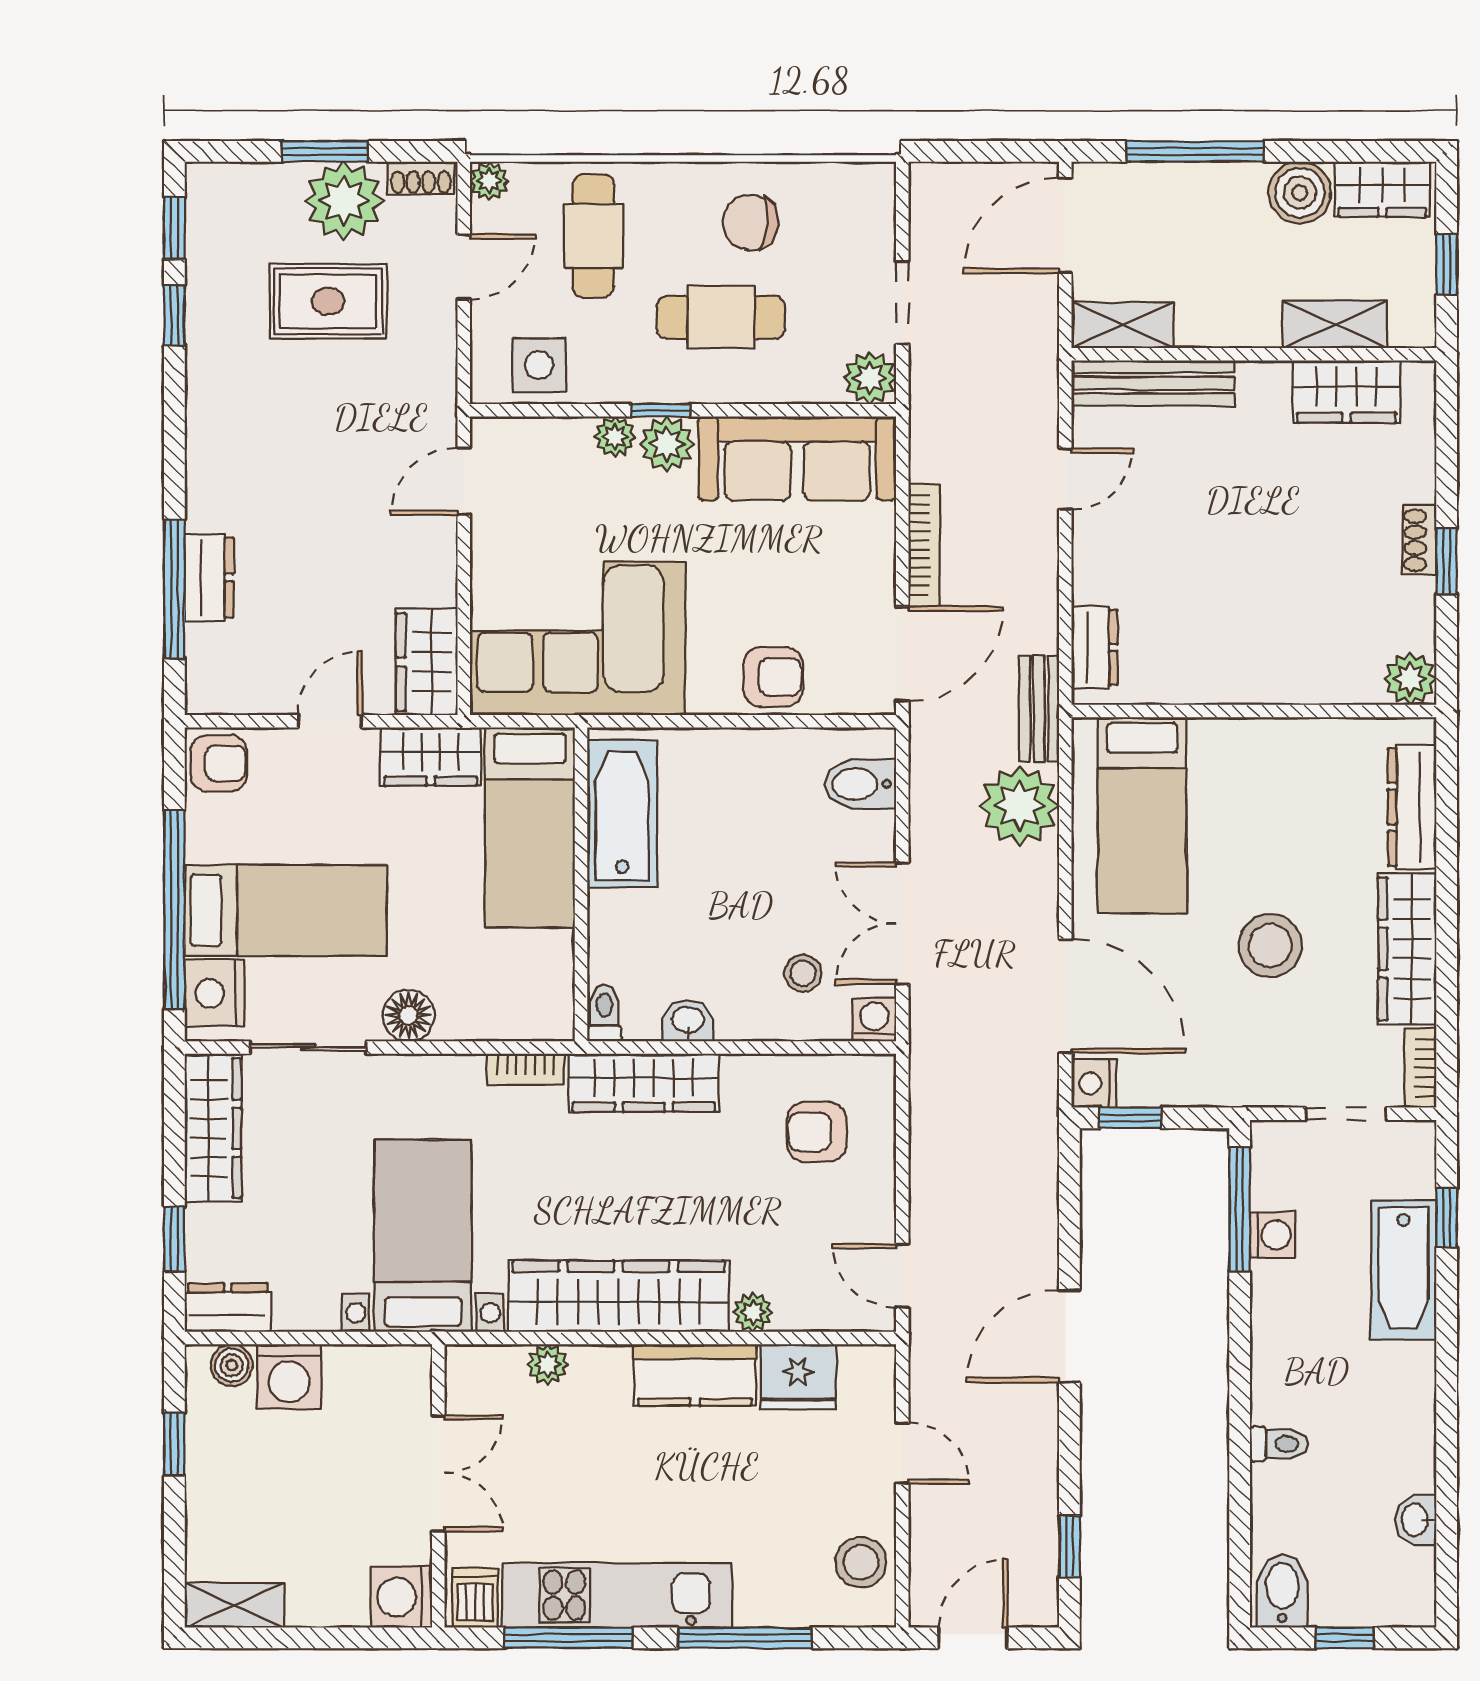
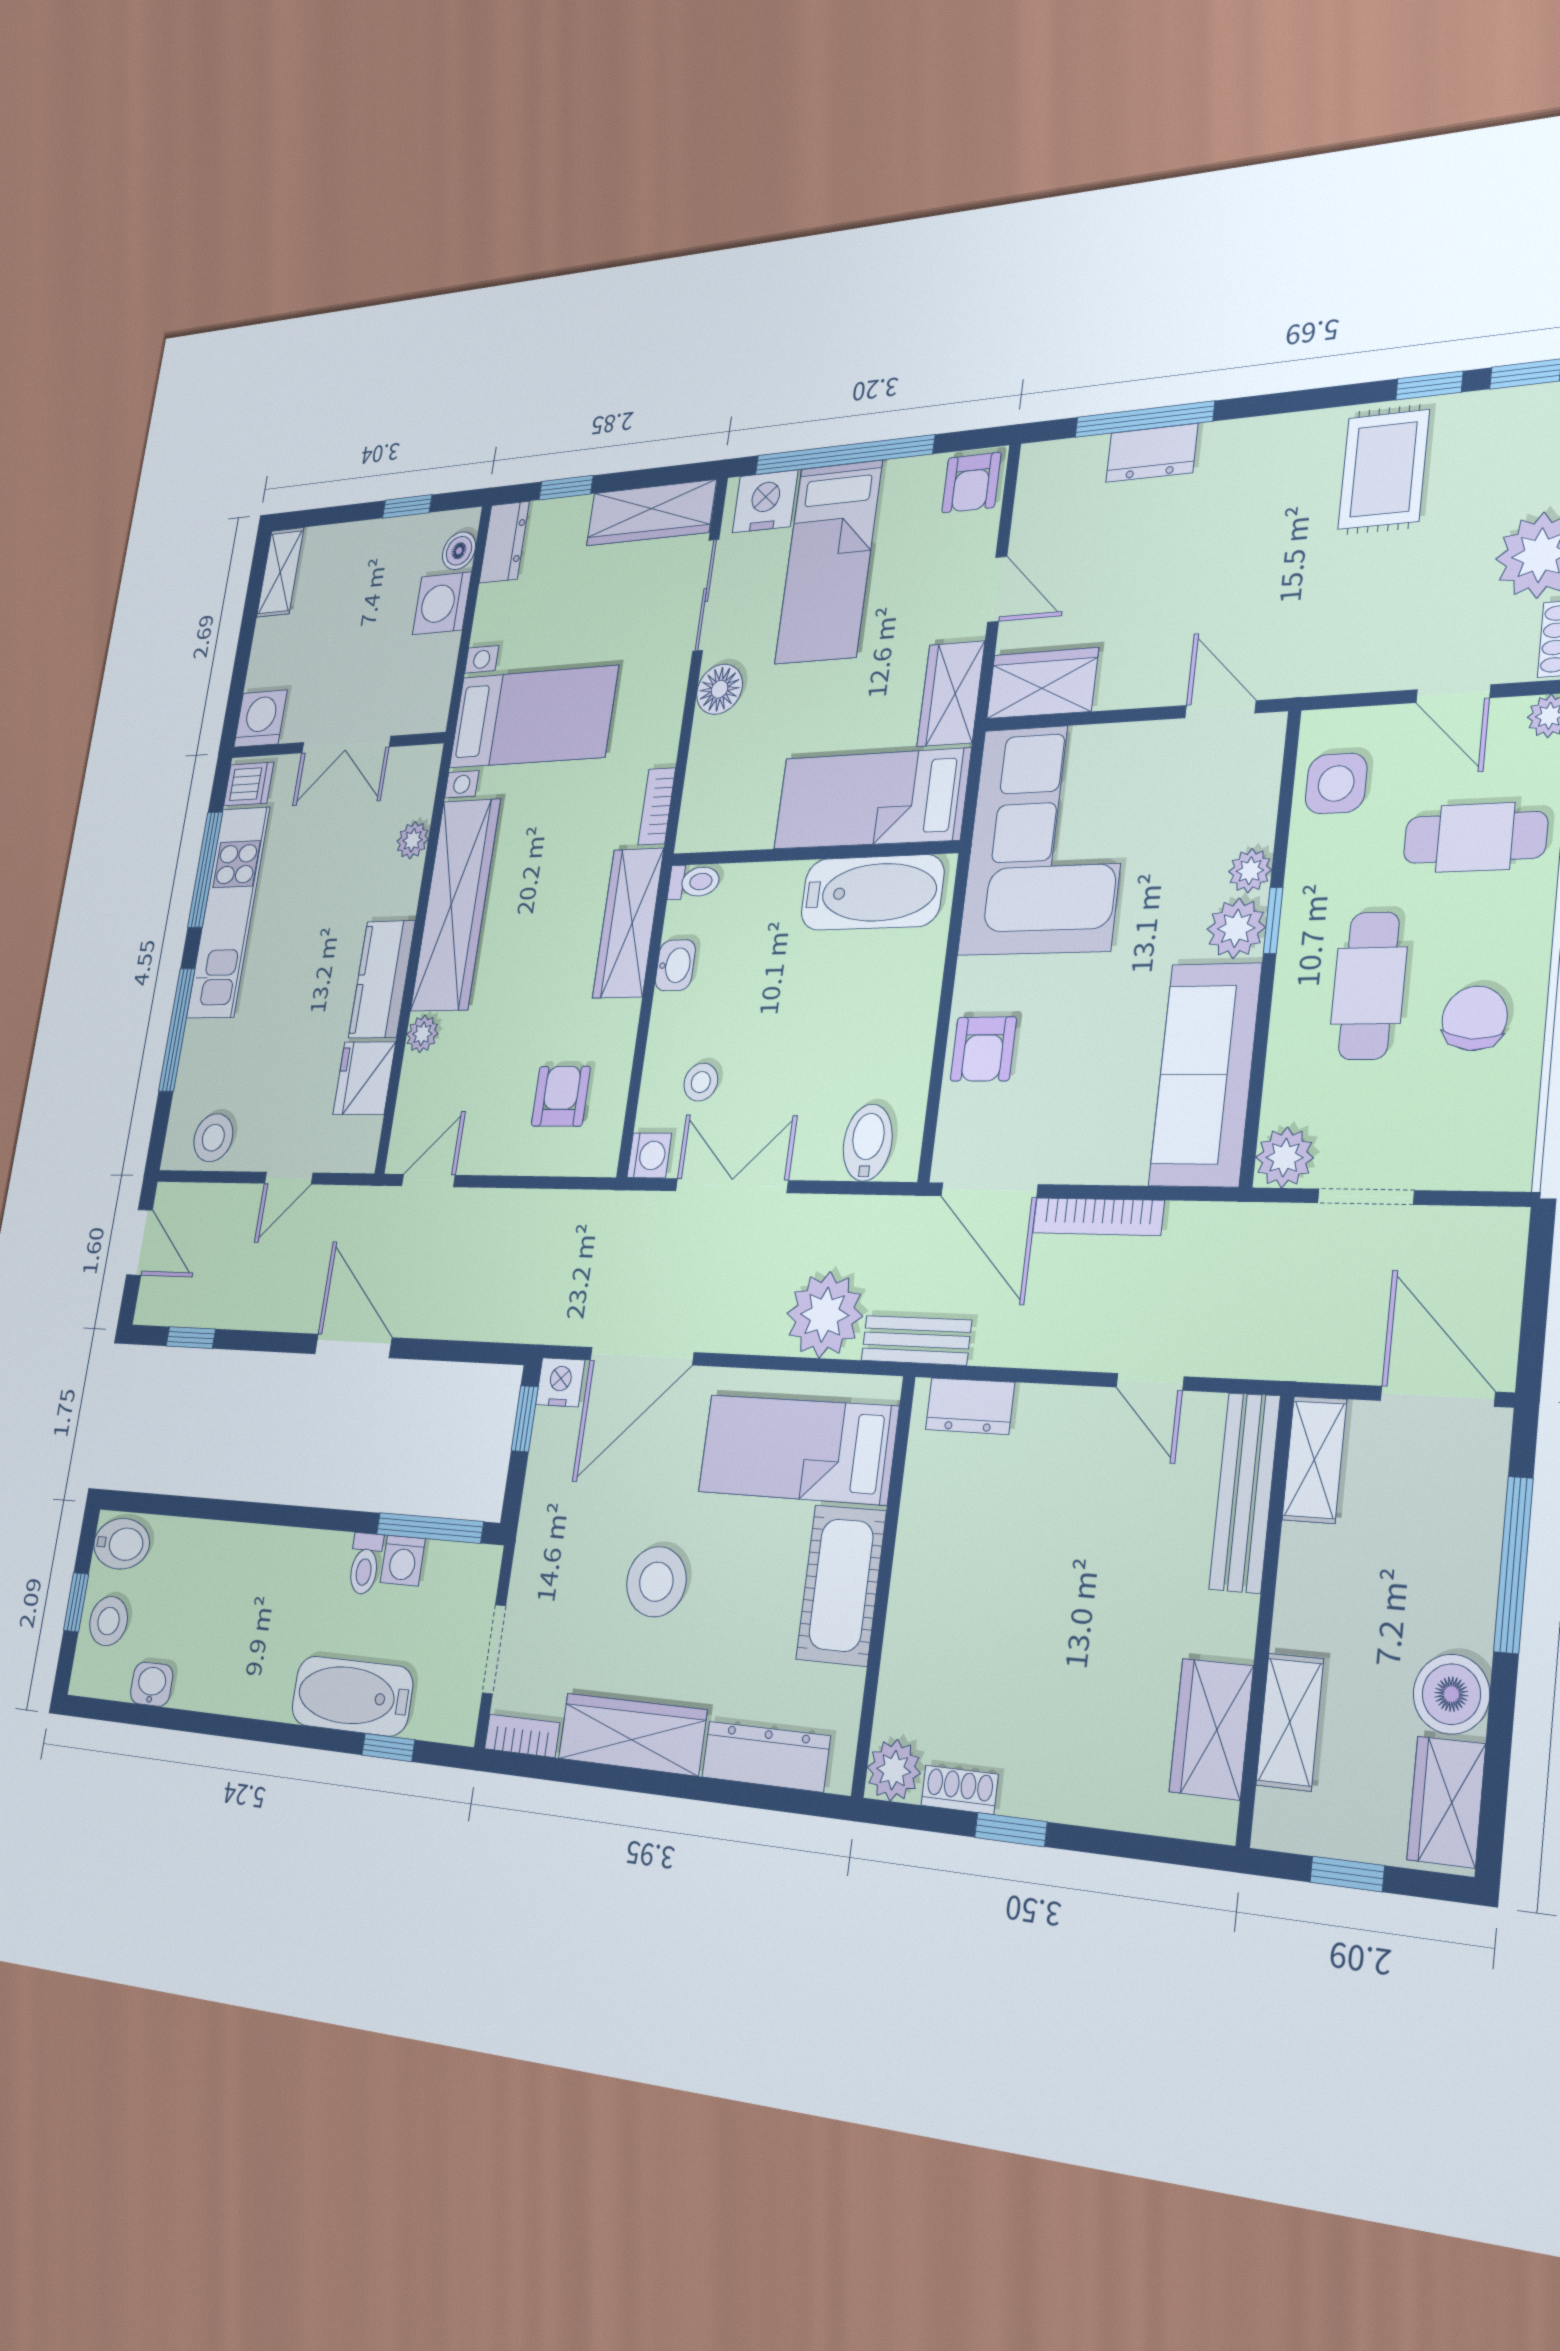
rug: (328, 301) -> (1384, 469), moved
shoe rack: (1420, 540) -> (960, 1790), moved
cot: (1258, 753) -> (841, 1585), added
toilet: (1279, 1444) -> (365, 1564), moved
stool: (1360, 1590) -> (109, 1621), added

